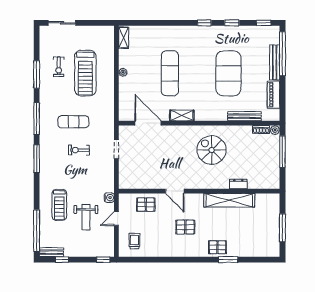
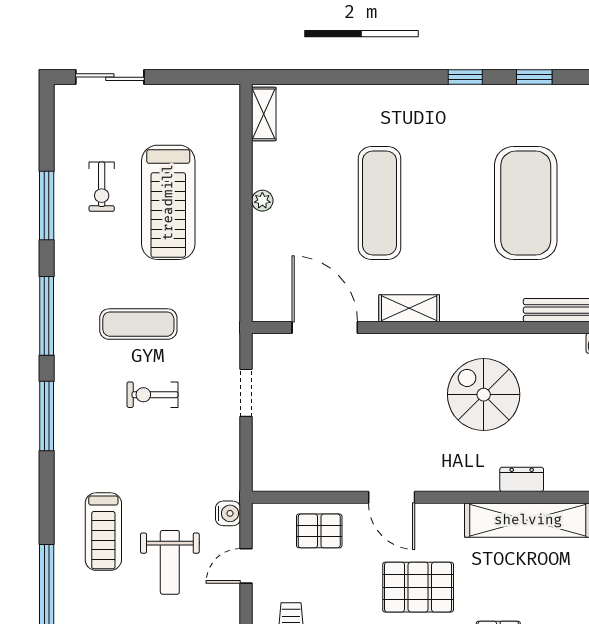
dresser: (238, 184) -> (522, 479), moved
pallet: (185, 227) -> (418, 587), width x1.50, depth x1.42

